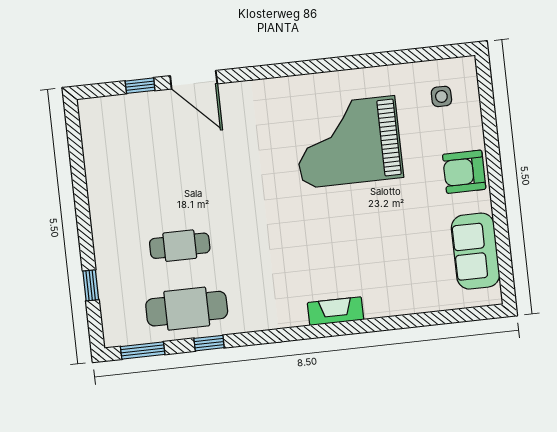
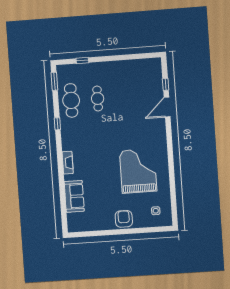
sofa: (475, 251) -> (74, 196), moved, turned 90
window: (209, 343) -> (57, 124), moved

